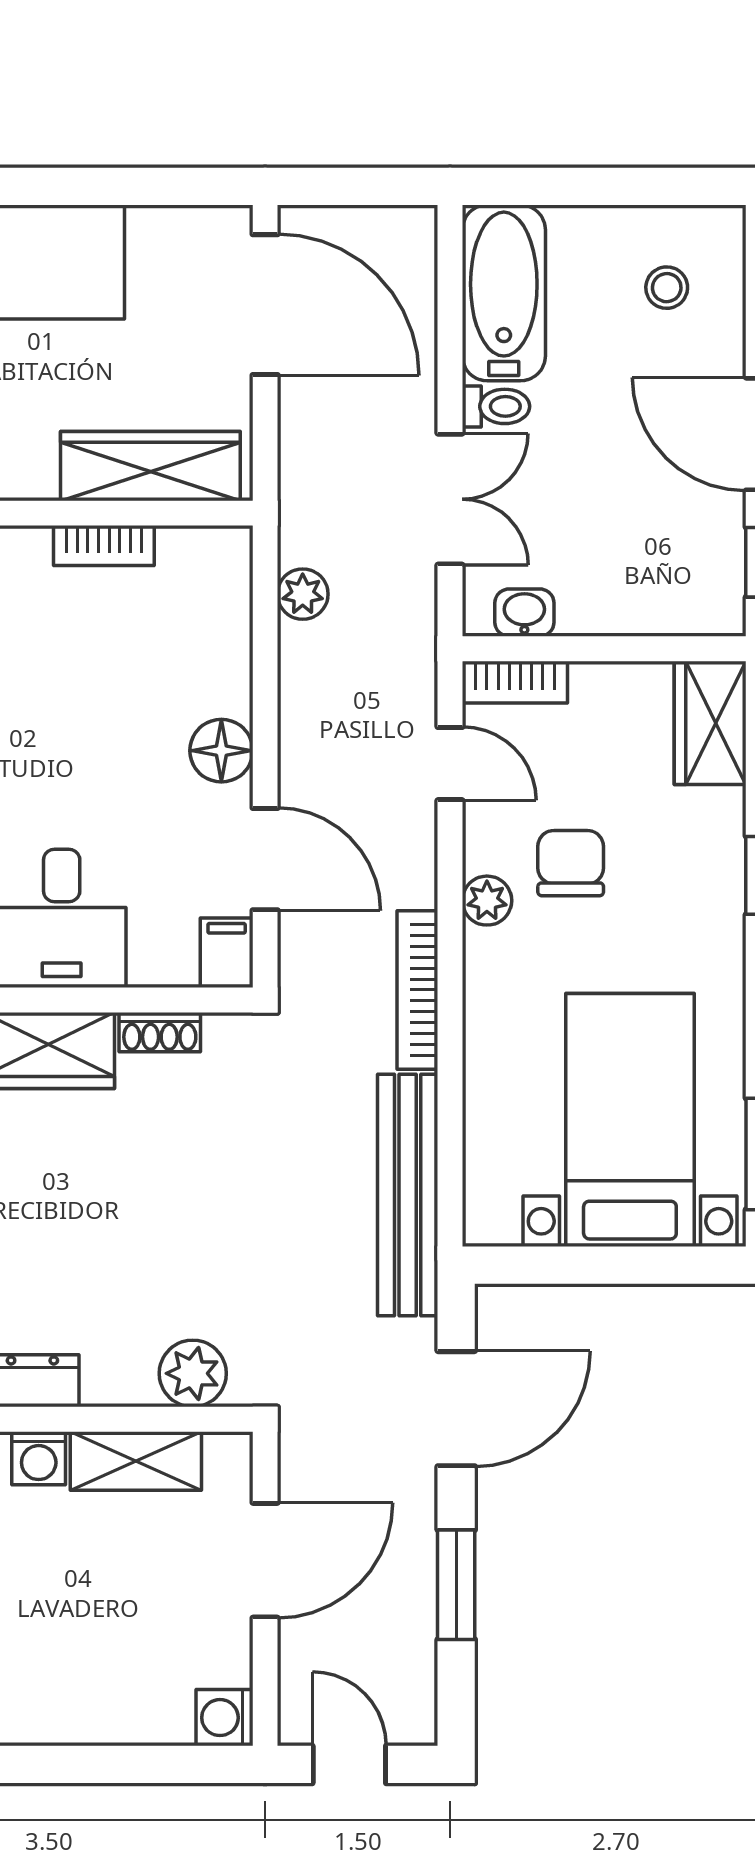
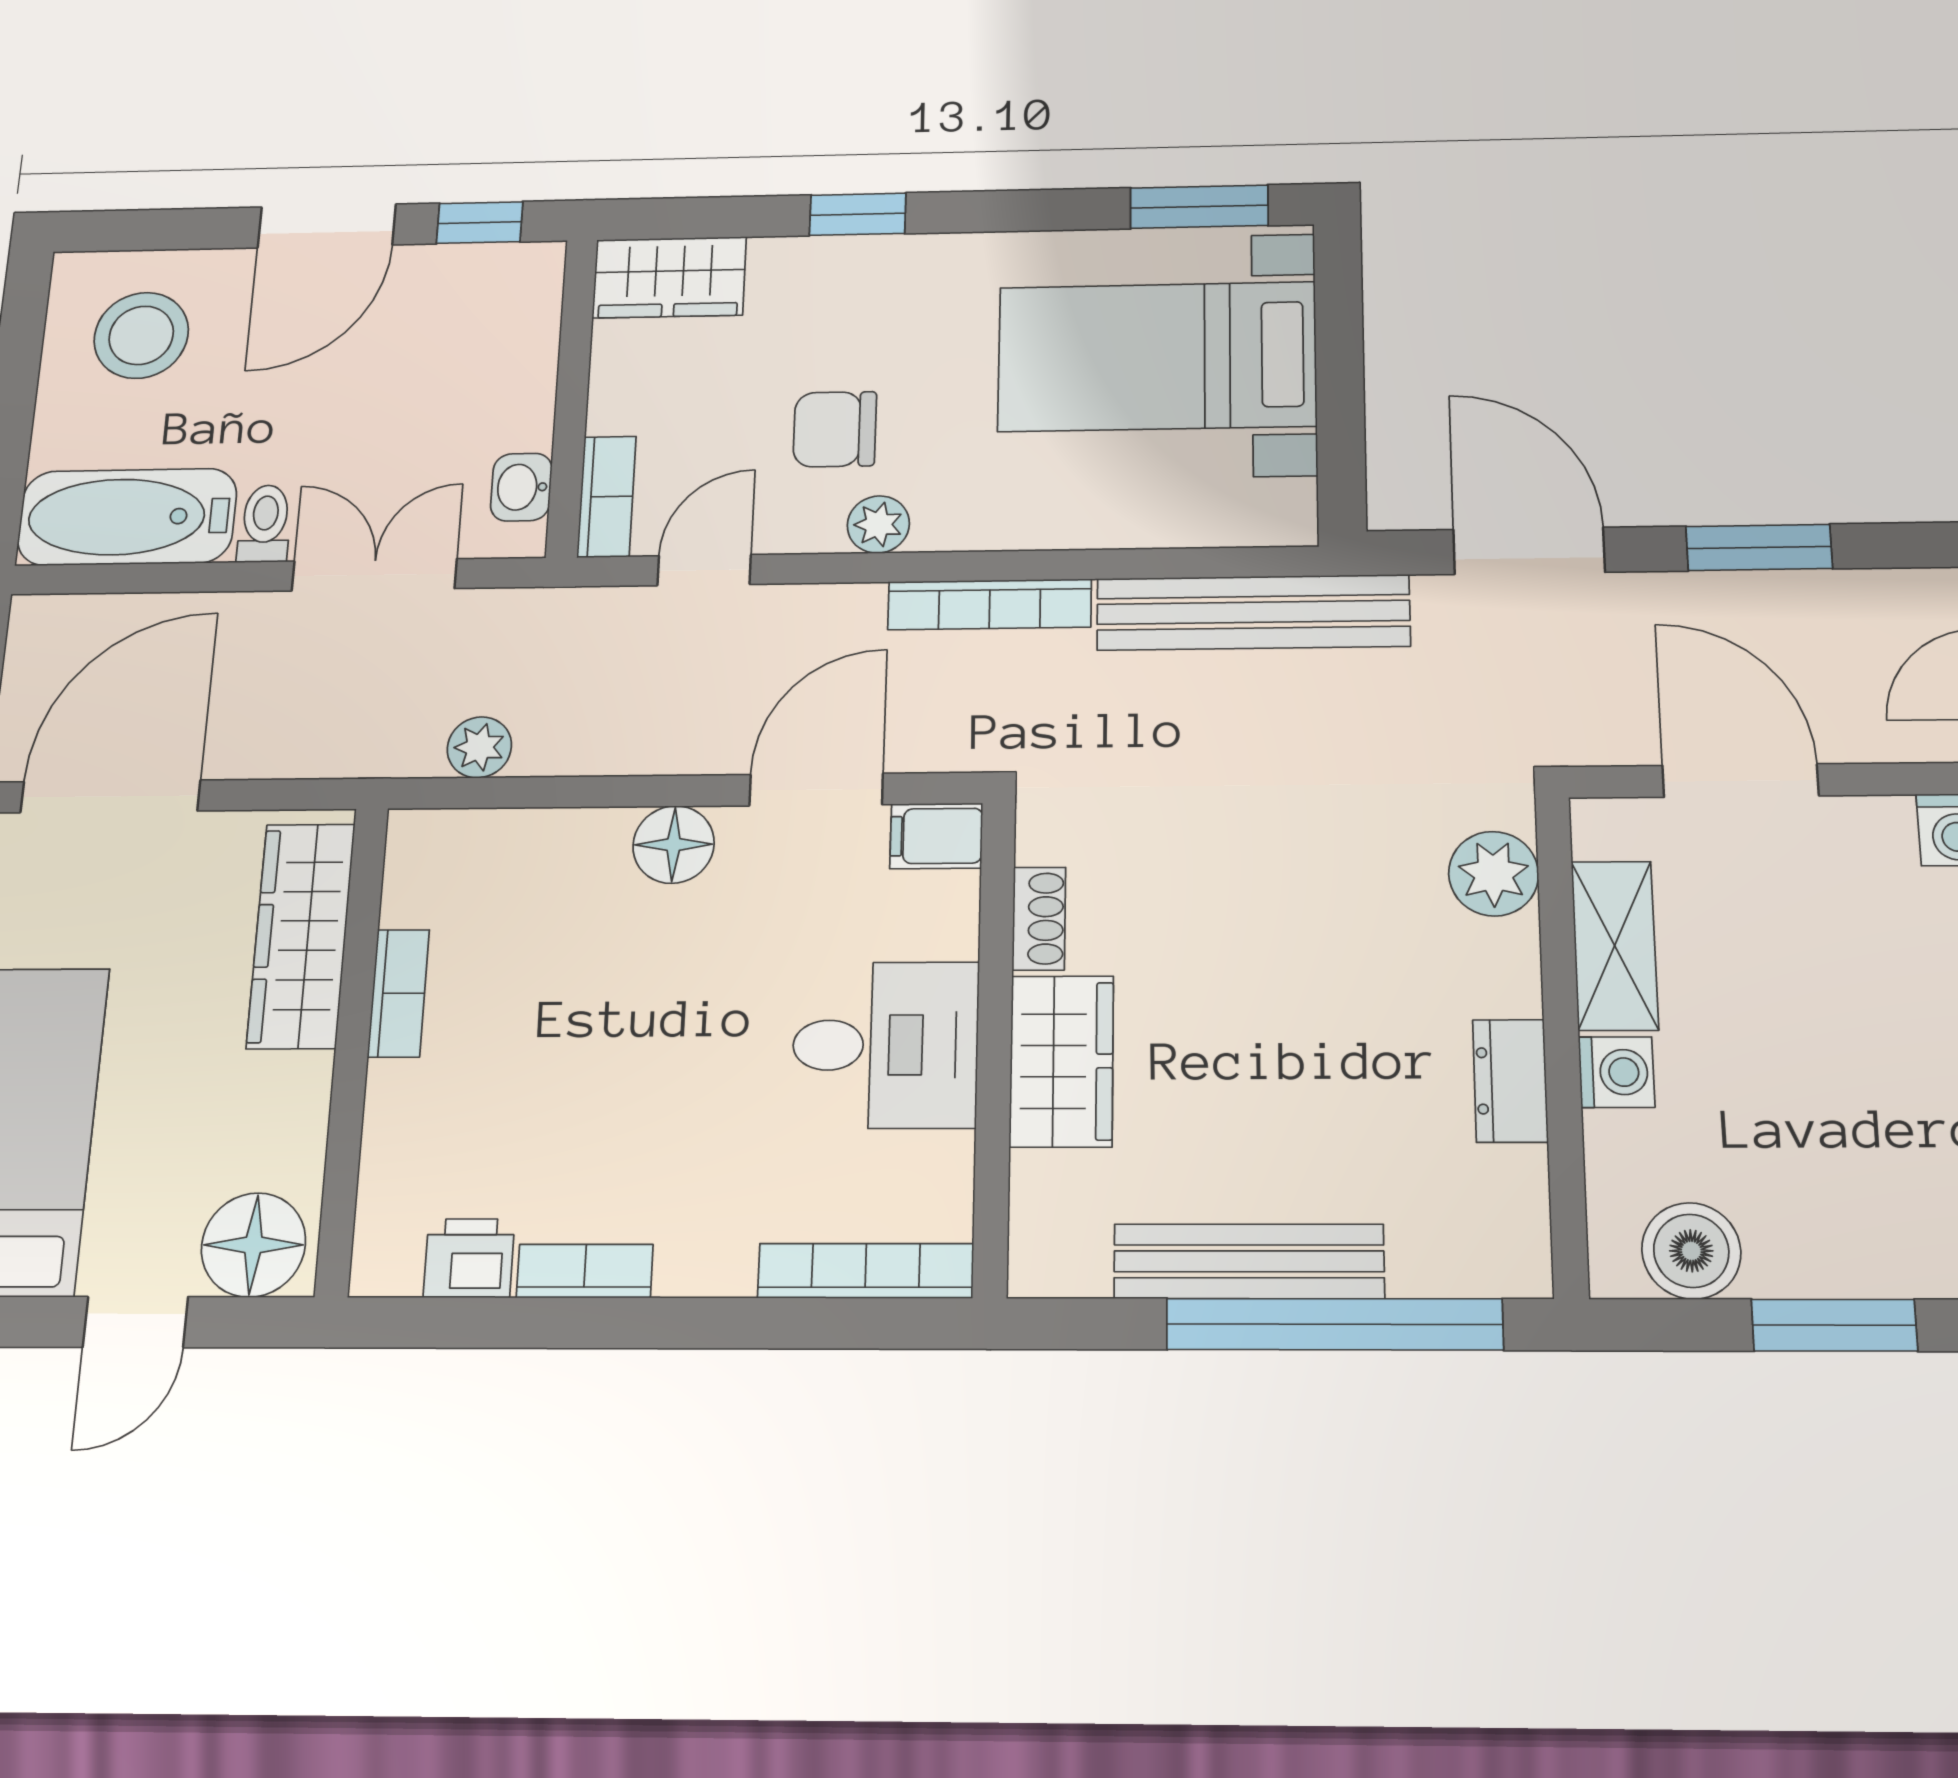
stool: (667, 288) -> (141, 335), width x1.89, depth x1.89

